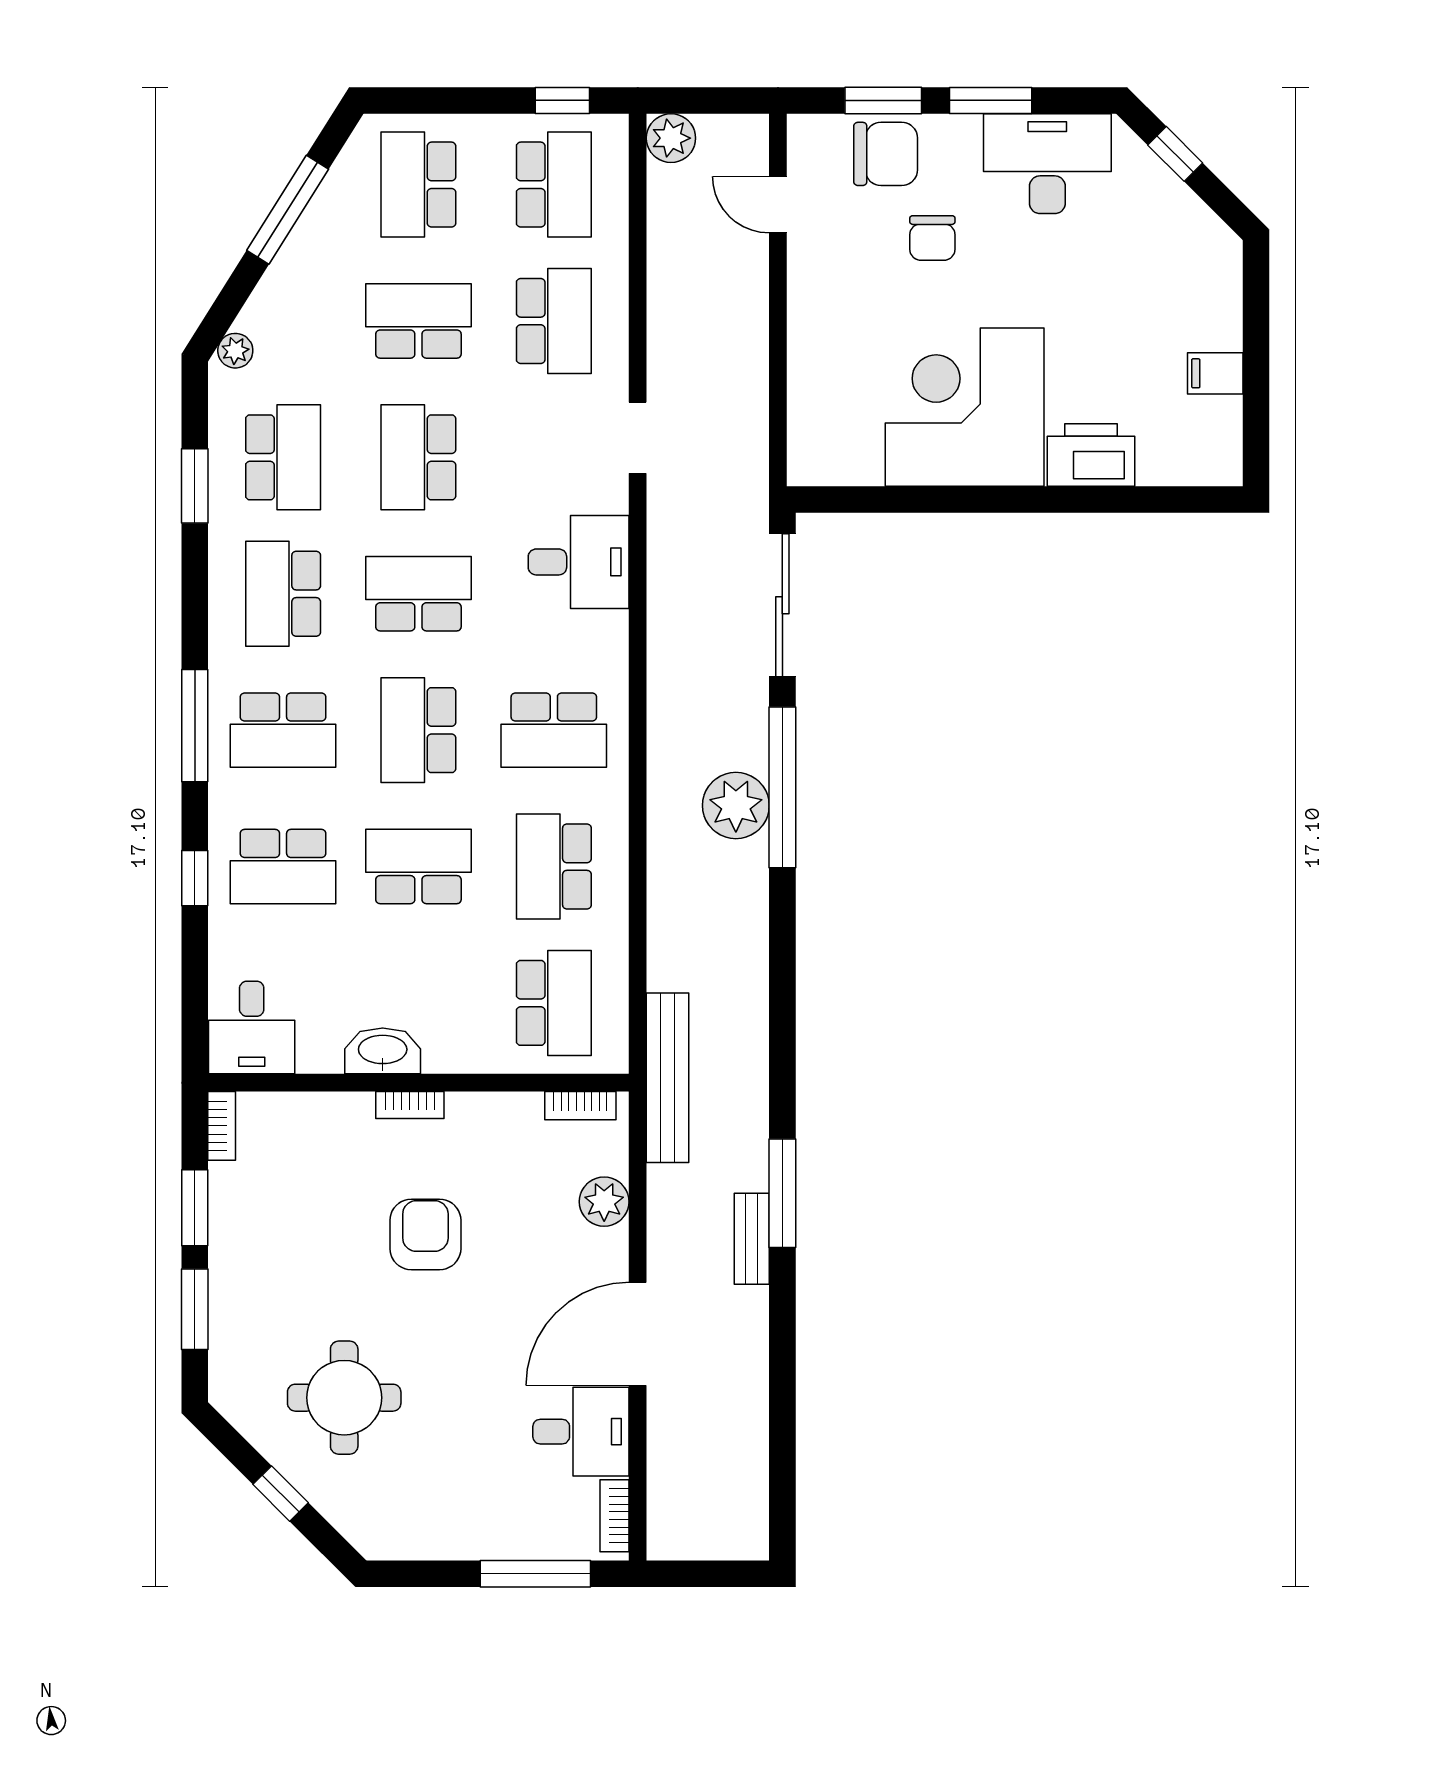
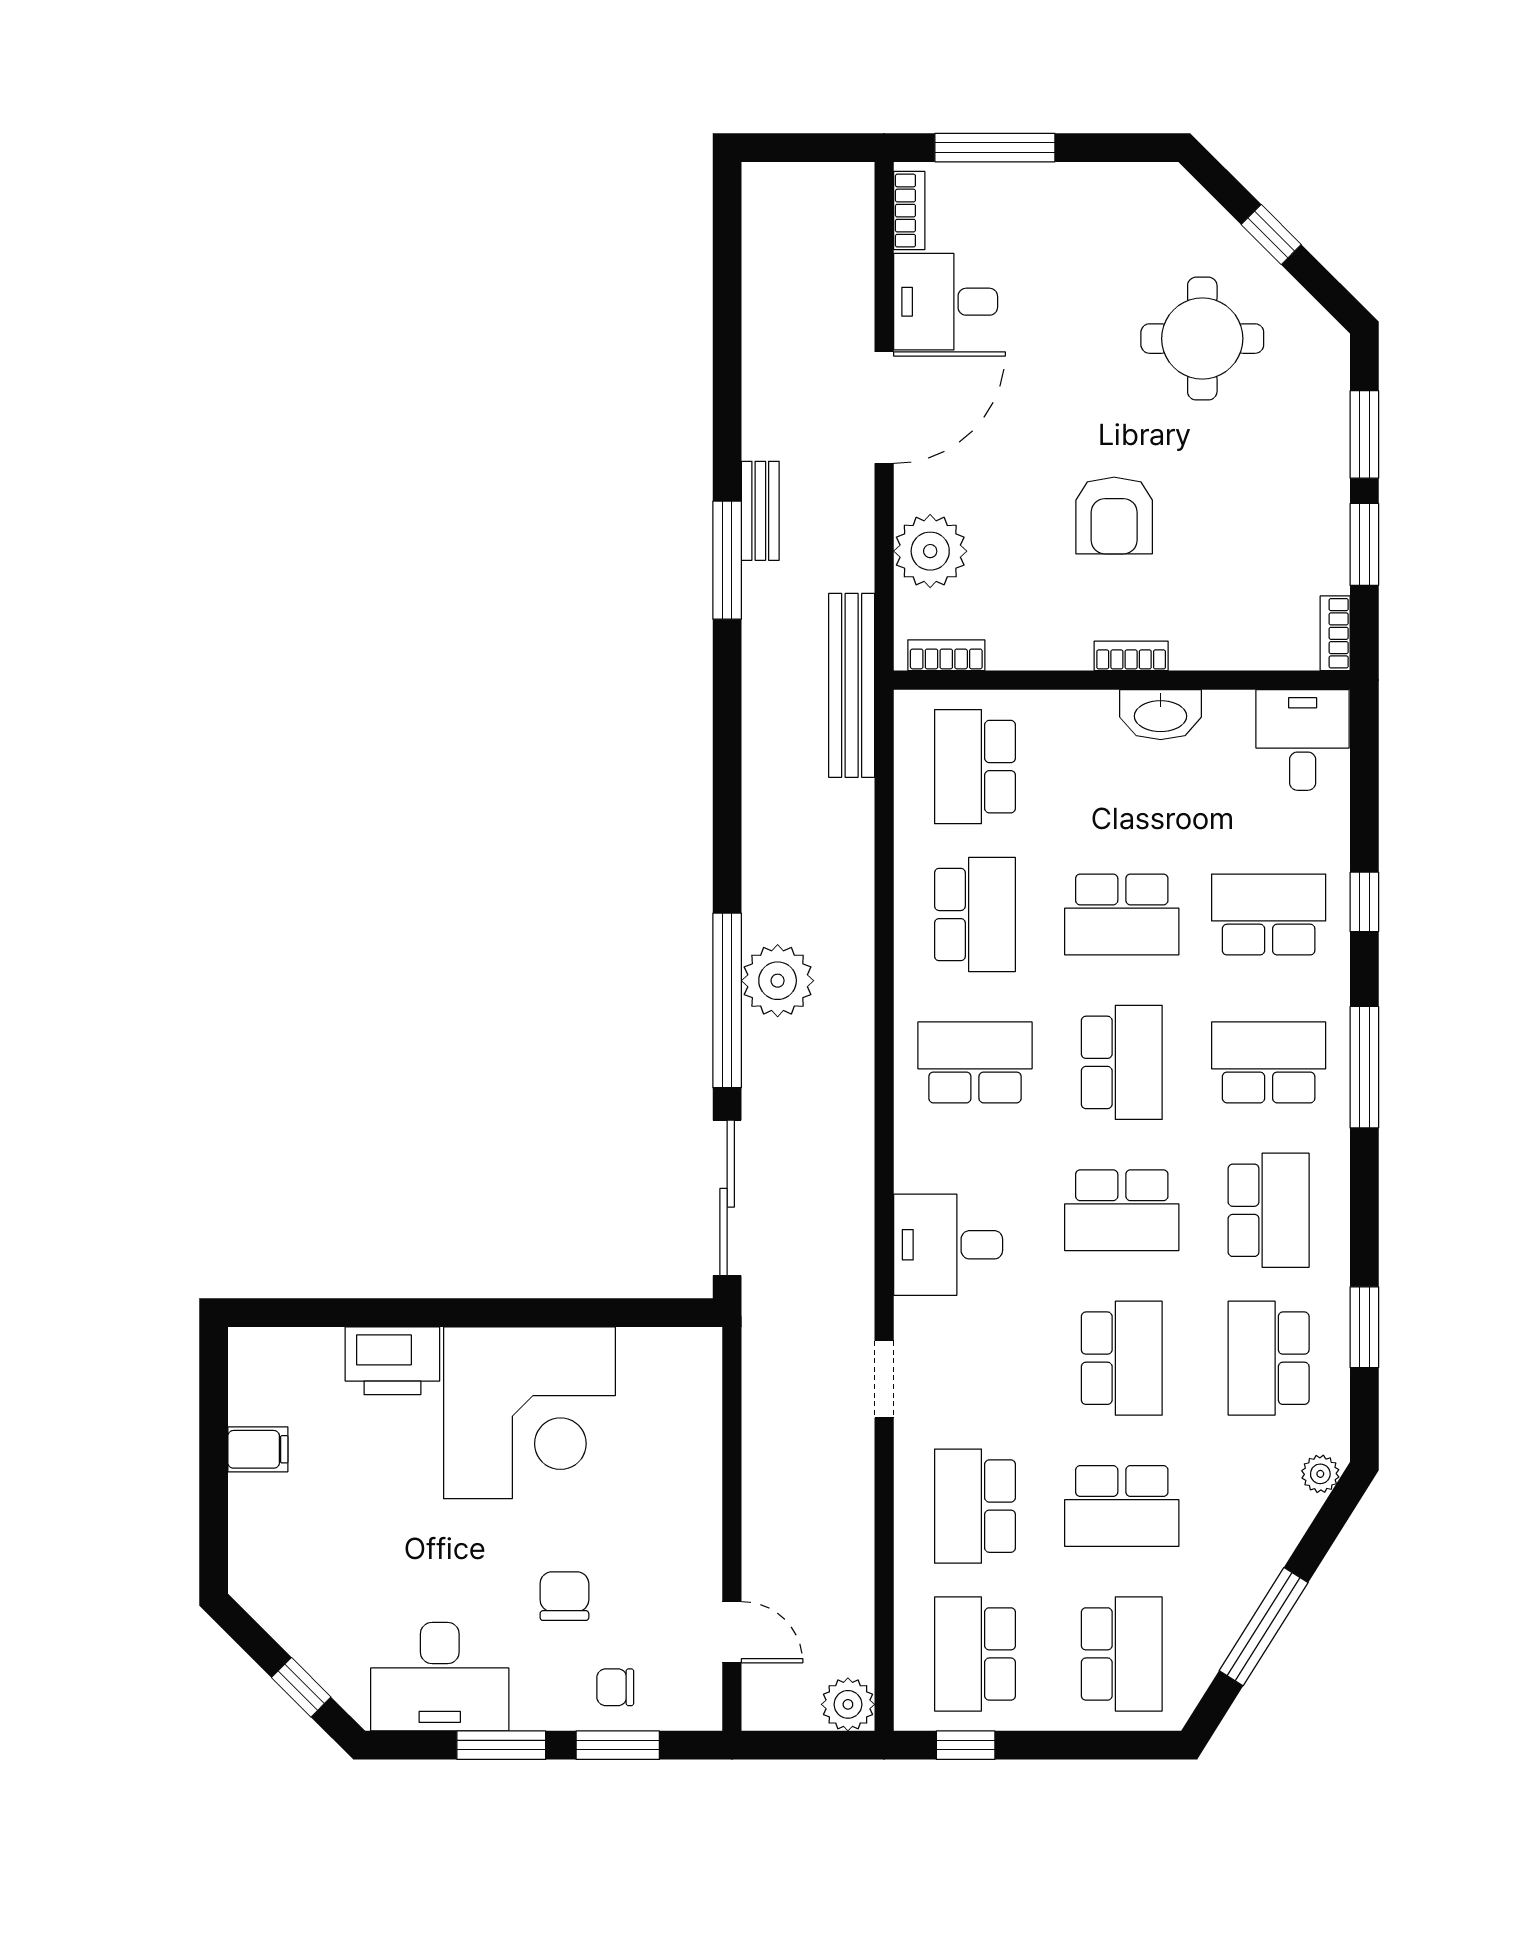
chair: (886, 154) -> (615, 1687), width x0.54, depth x0.54
plant: (604, 1202) -> (930, 551), width x1.36, depth x1.36

